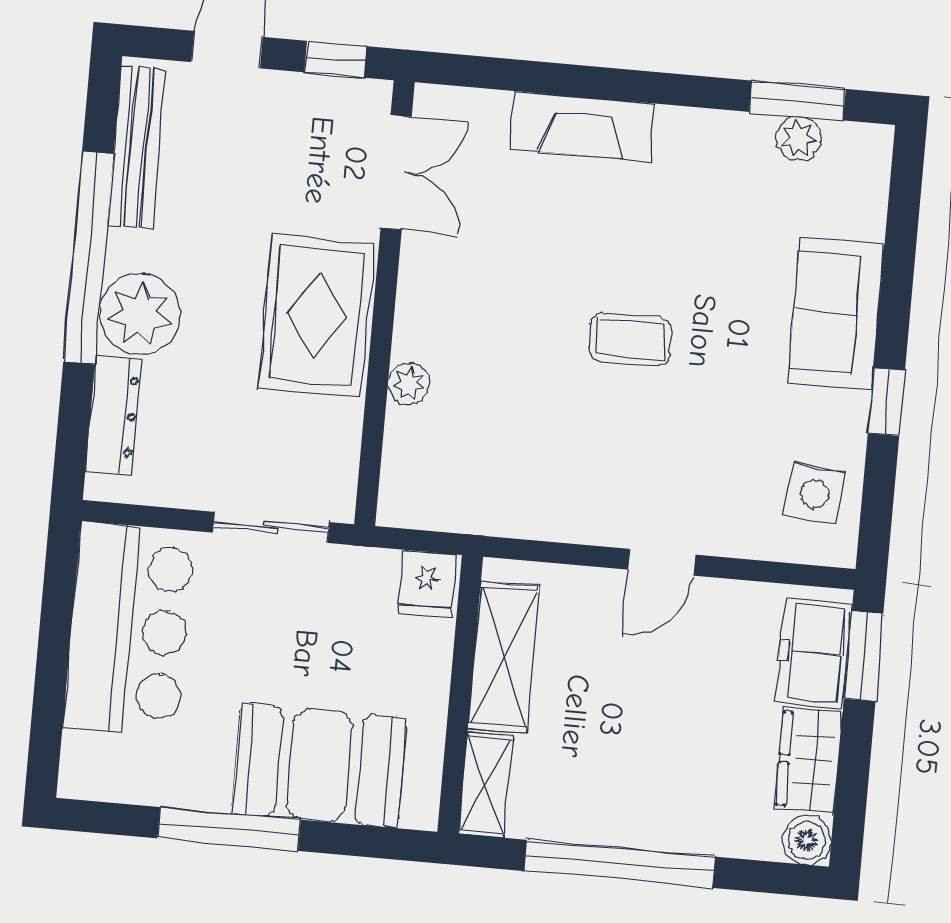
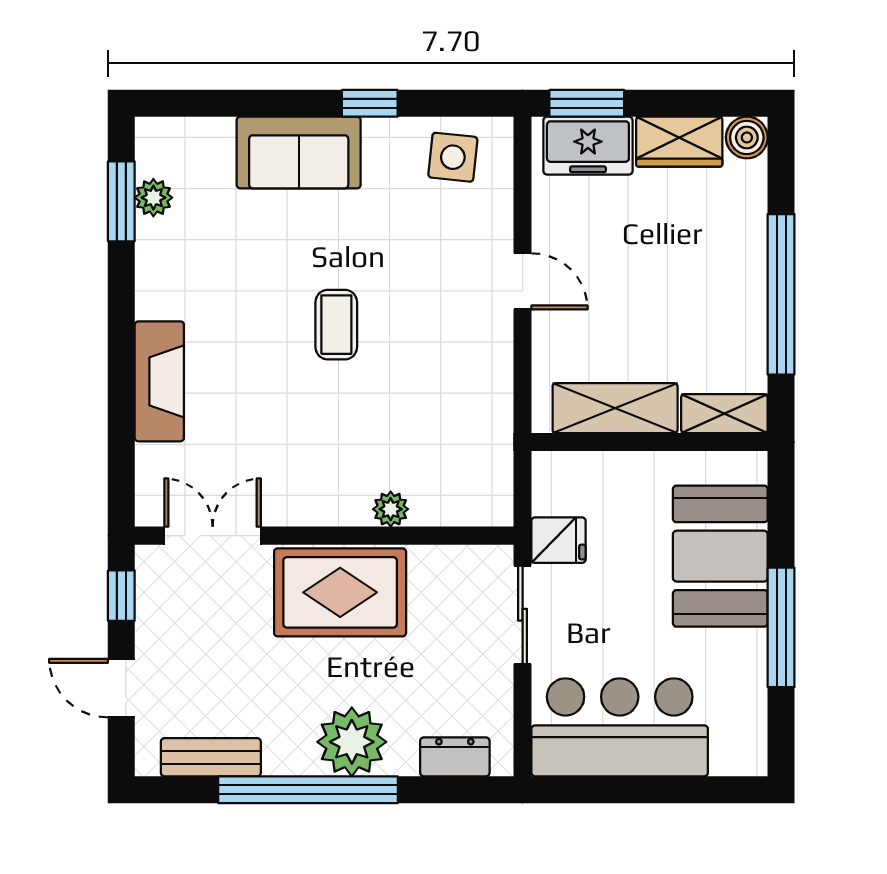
bench: (137, 147) -> (211, 757), width x0.73
dresser: (113, 415) -> (455, 757), width x0.70
fridge: (427, 584) -> (559, 540), moved

